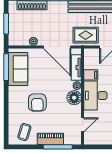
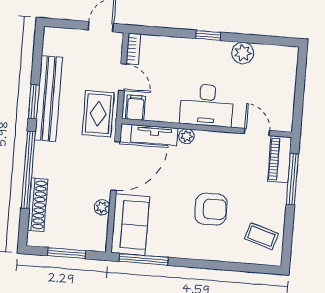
sofa: (18, 69) -> (130, 225), moved, turned 90
filing cabinet: (91, 75) -> (136, 108), moved
floor lamp: (74, 98) -> (208, 143), removed
piano: (50, 139) -> (280, 159), moved

